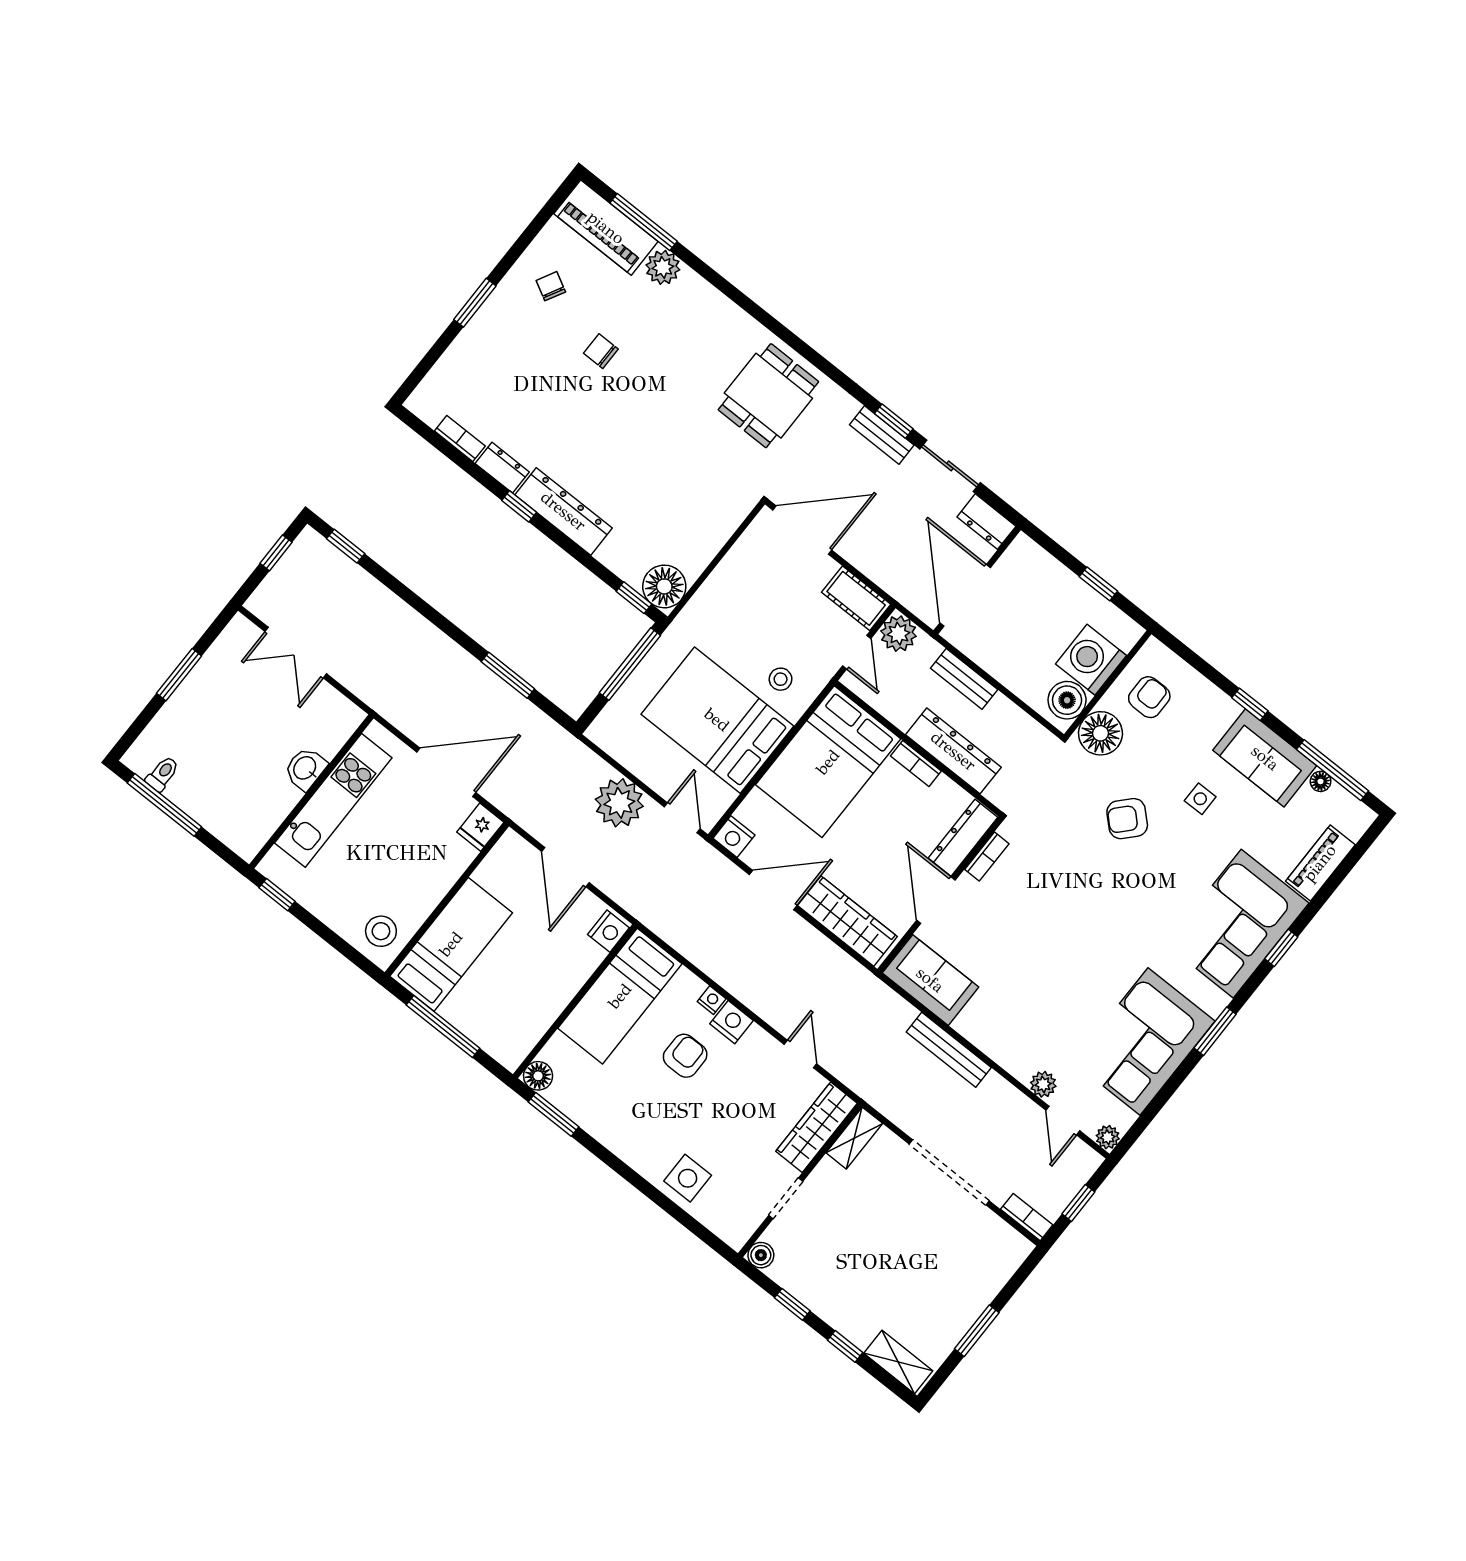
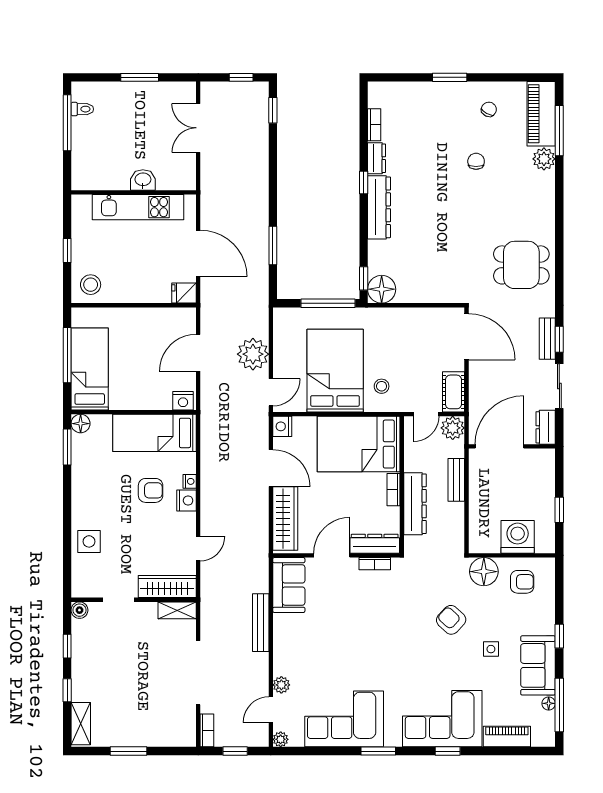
boiler: (1067, 700) -> (487, 541), removed
window: (277, 895) -> (67, 250), moved
bed: (451, 944) -> (90, 369), moved, turned -90

